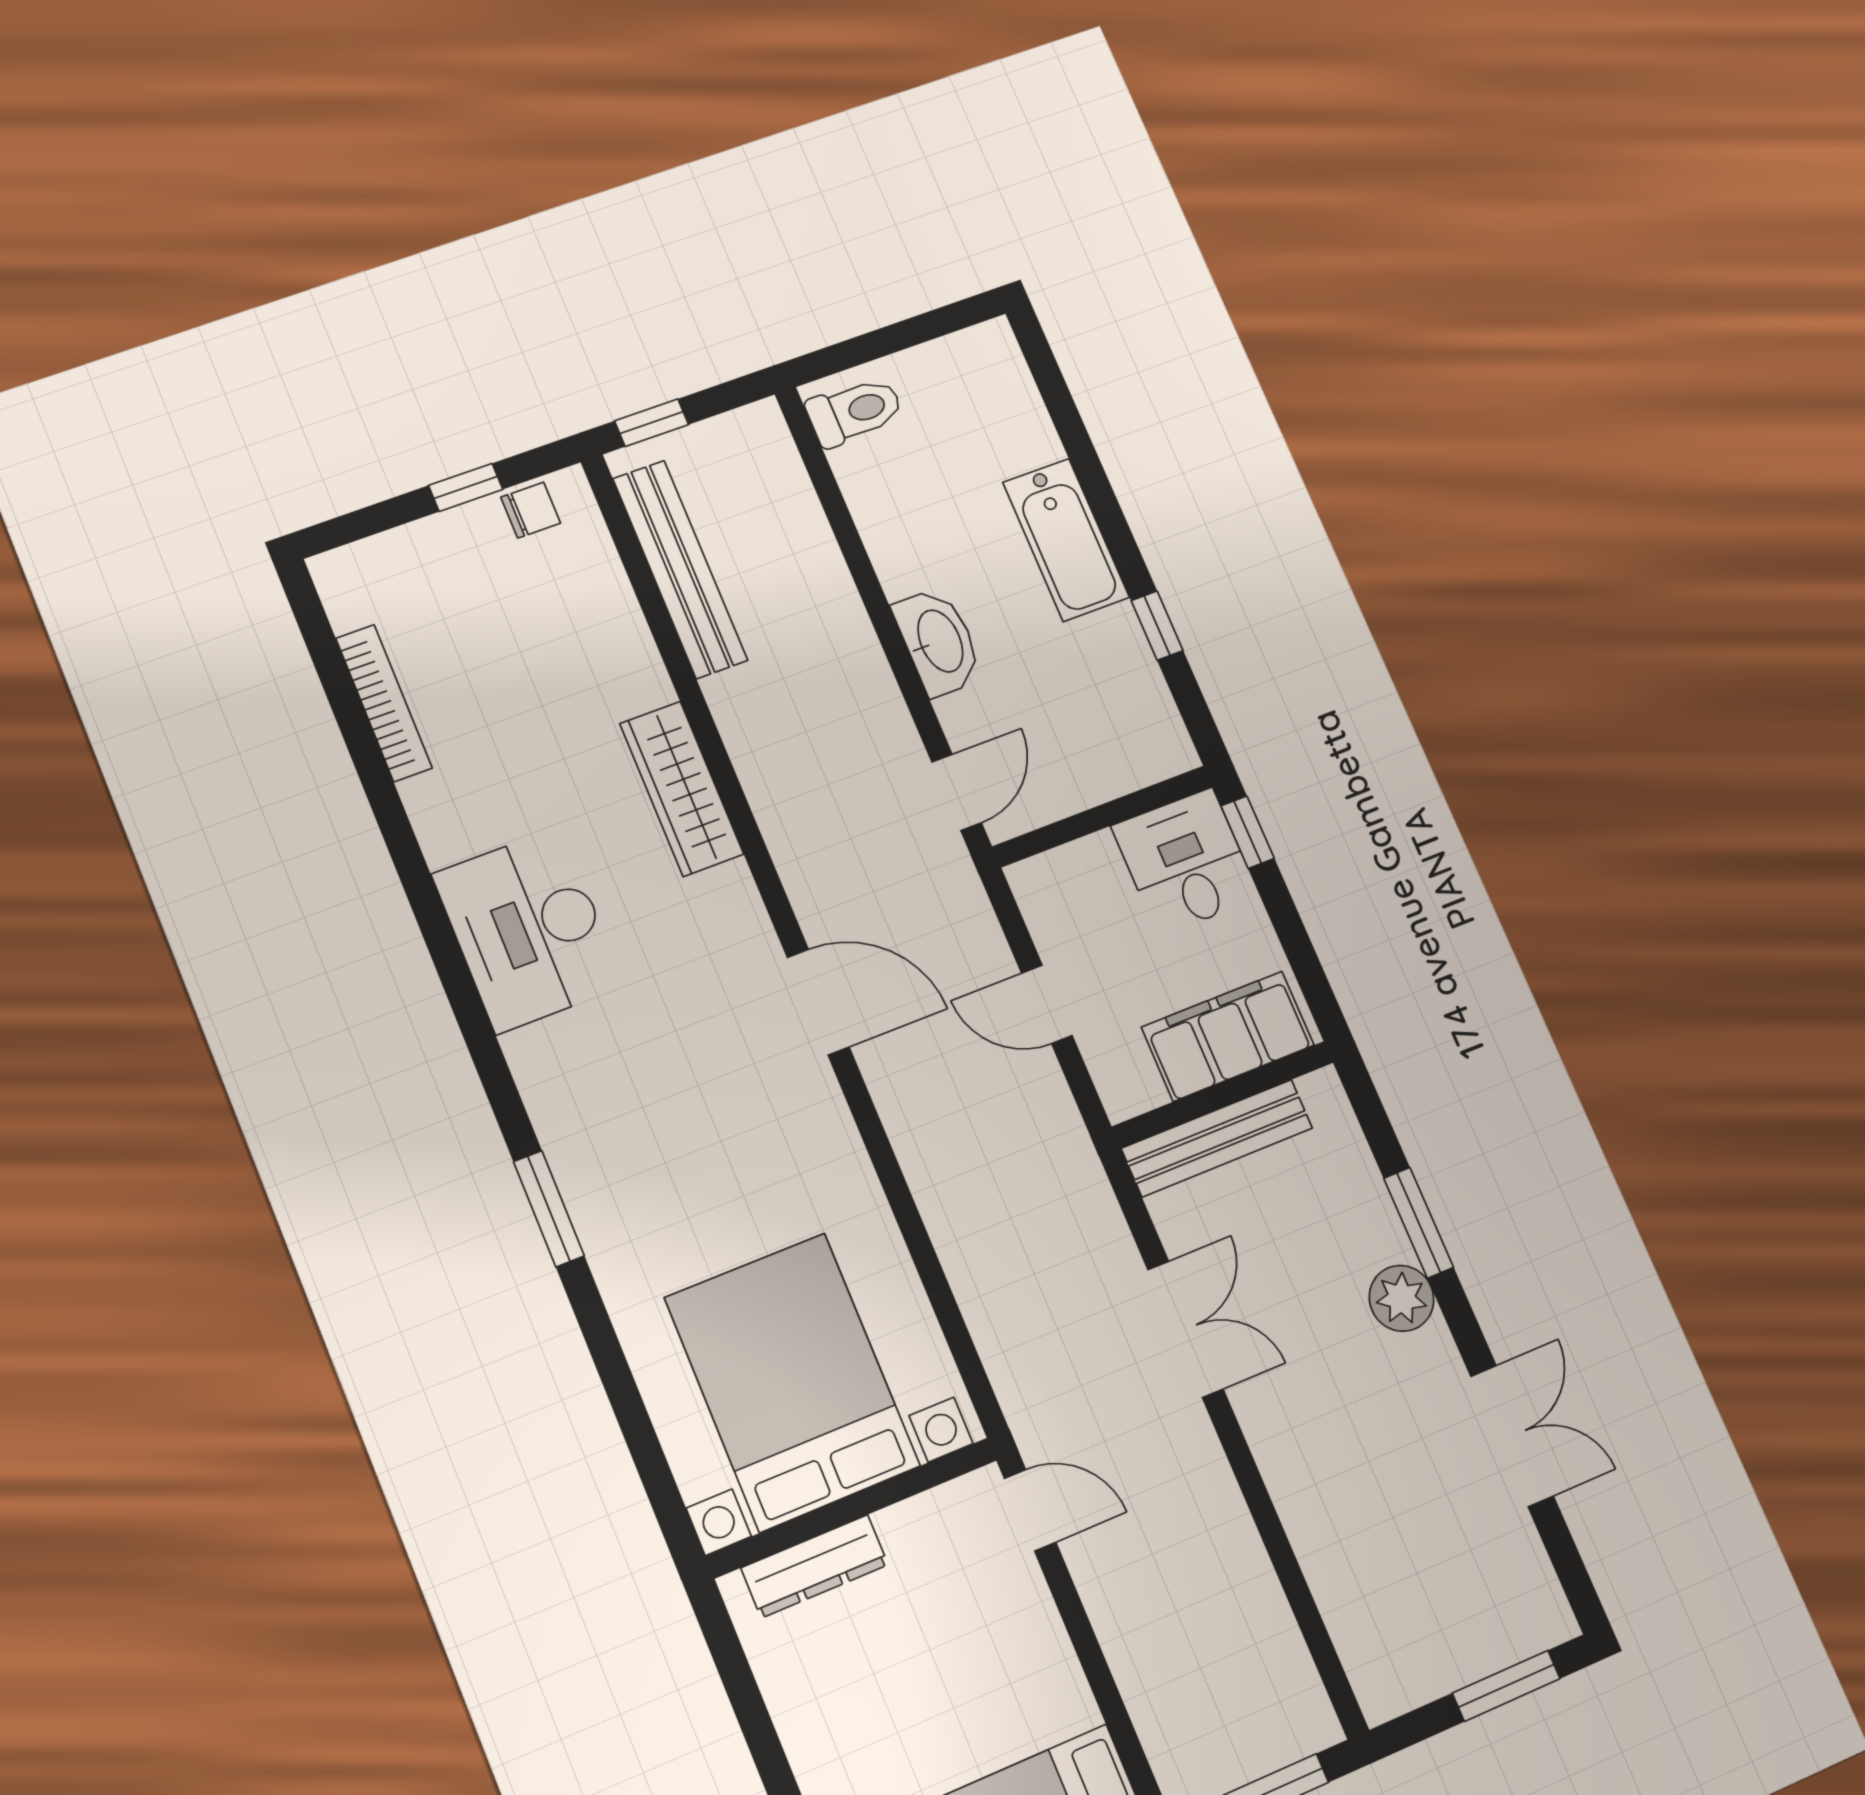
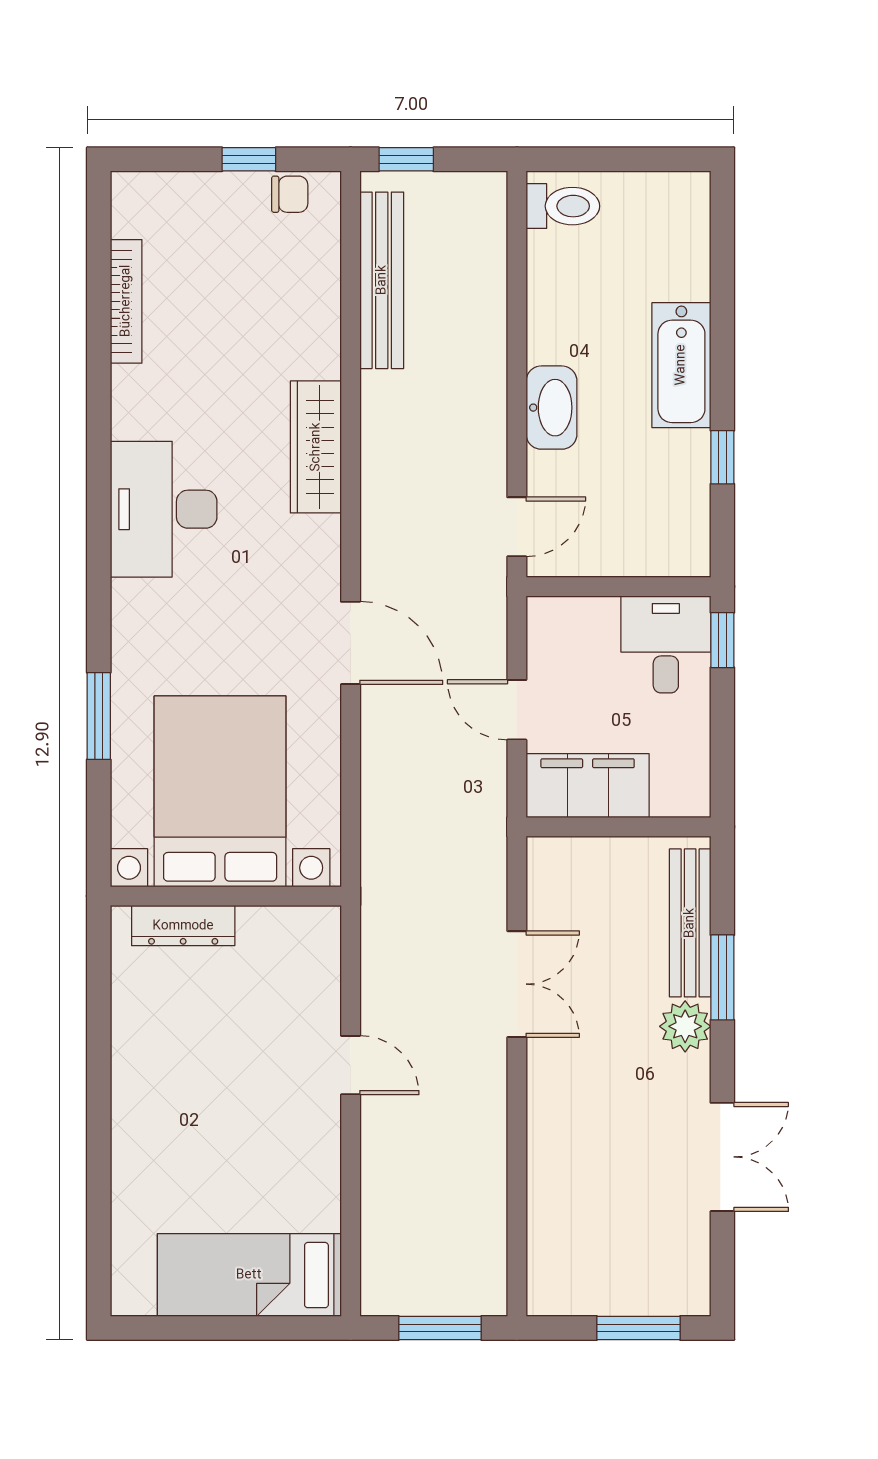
filing cabinet: (1228, 1036) -> (588, 786), moved
bench: (1217, 1138) -> (690, 923), moved, turned 90
bed with nightstands: (792, 1382) -> (220, 791), moved
wall: (852, 1508) -> (226, 896), moved
dresser: (815, 1566) -> (183, 926), moved

